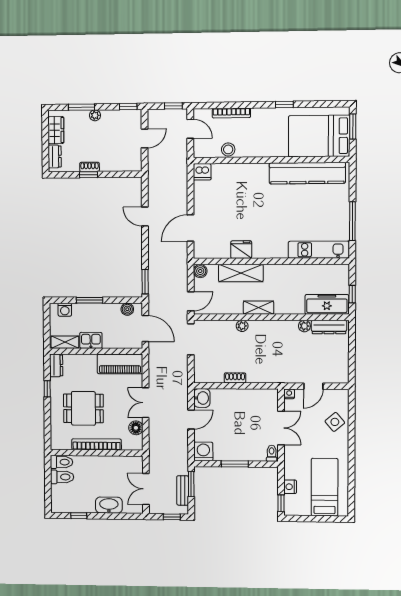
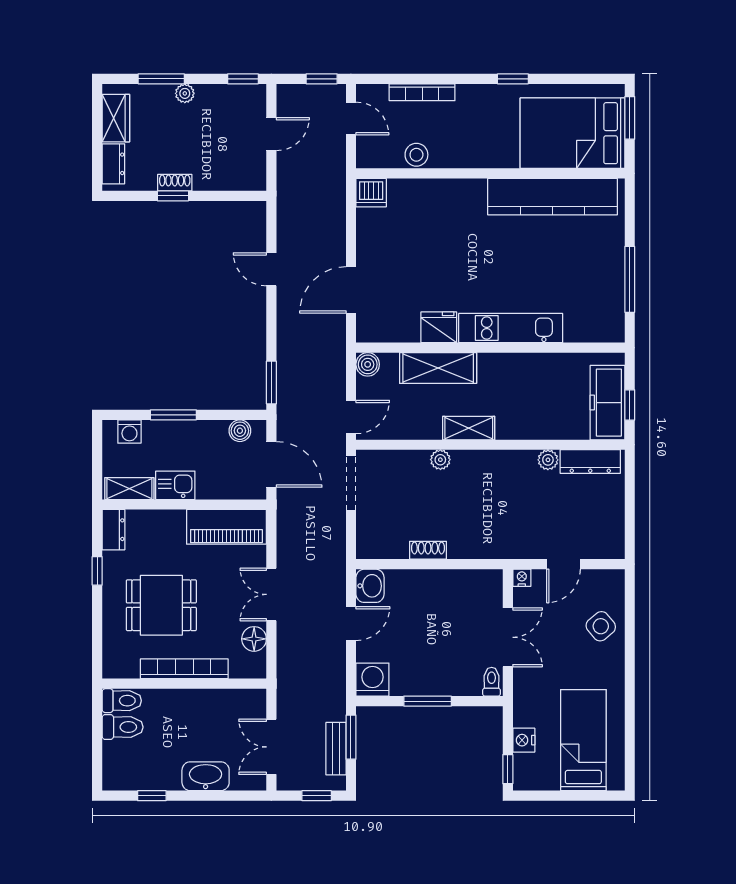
kitchen unit: (319, 250) -> (511, 328), moved
freezer: (327, 304) -> (607, 403), moved, turned -90

